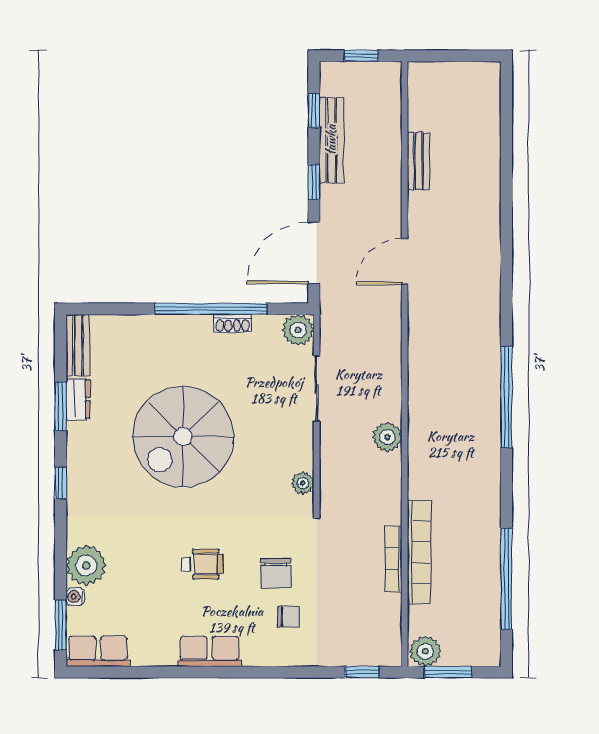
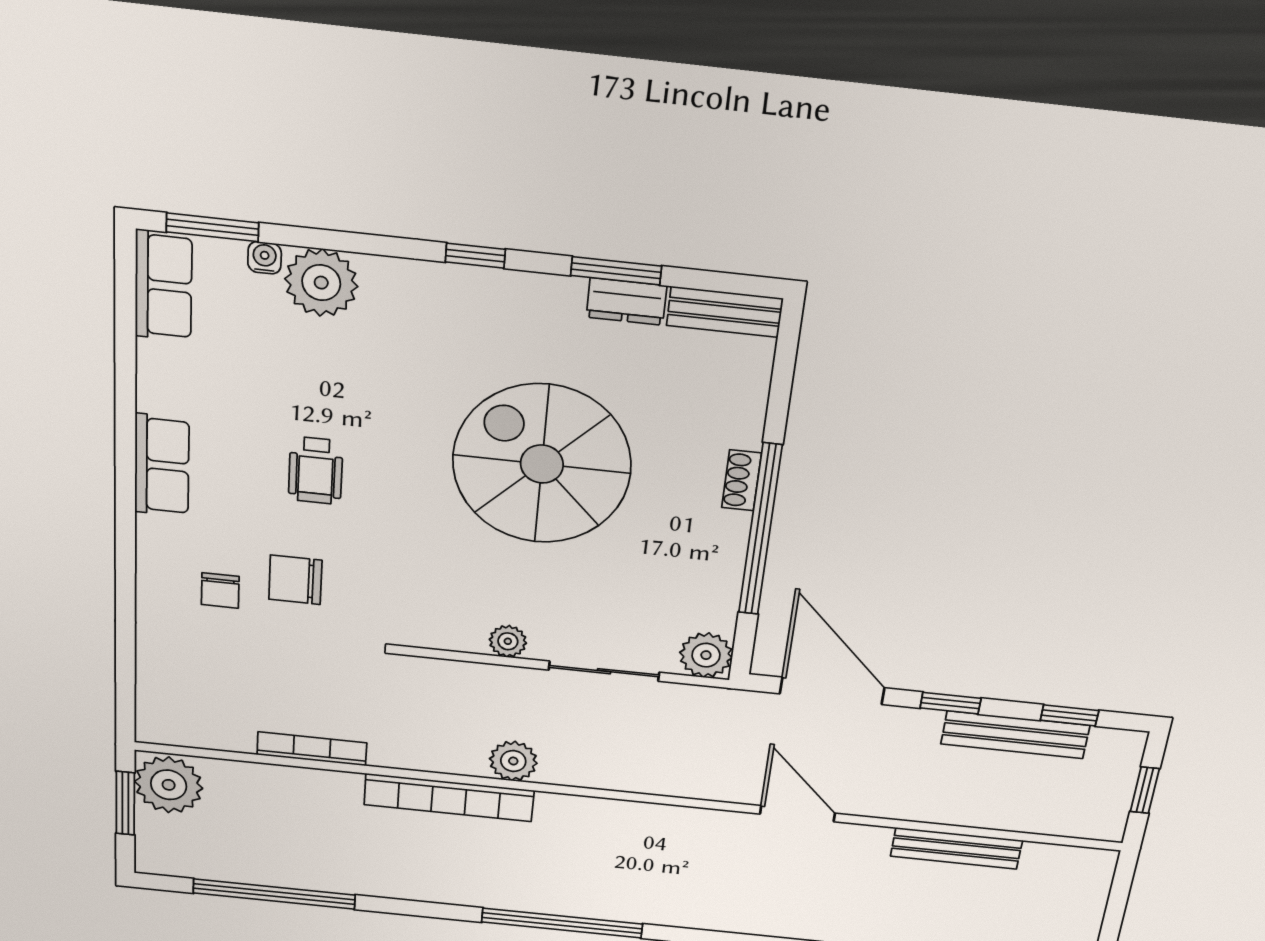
bench: (418, 161) -> (956, 848), width x1.36
shoe rack: (233, 323) -> (741, 480), moved
plant: (303, 483) -> (508, 641), moved
bookcase: (419, 552) -> (449, 798), moved
plant: (425, 651) -> (169, 785), width x1.36, depth x1.36
window: (362, 672) -> (125, 686), removed

